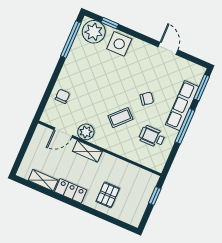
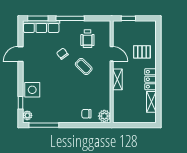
plant: (94, 32) -> (27, 115), width x0.53, depth x0.53
row of seats: (182, 106) -> (41, 27), moved
plant: (86, 132) -> (104, 116), moved
door: (63, 133) -> (112, 54), moved

